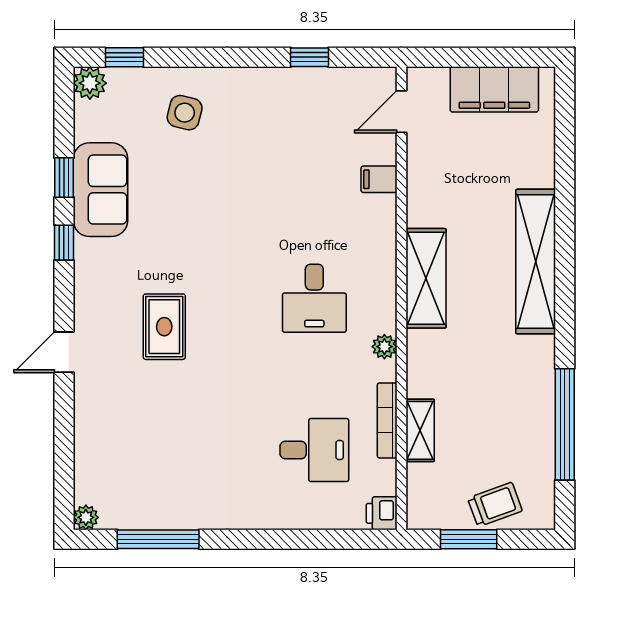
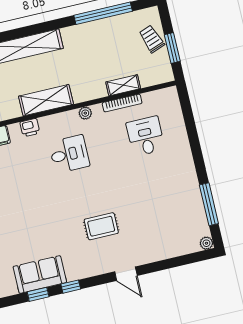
printer: (382, 513) -> (30, 128), moved

